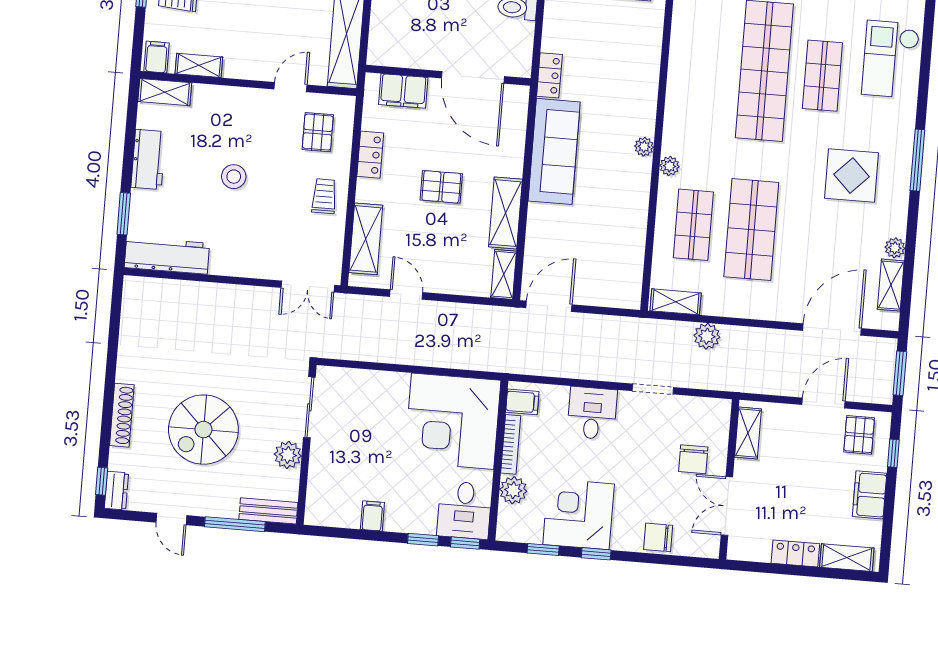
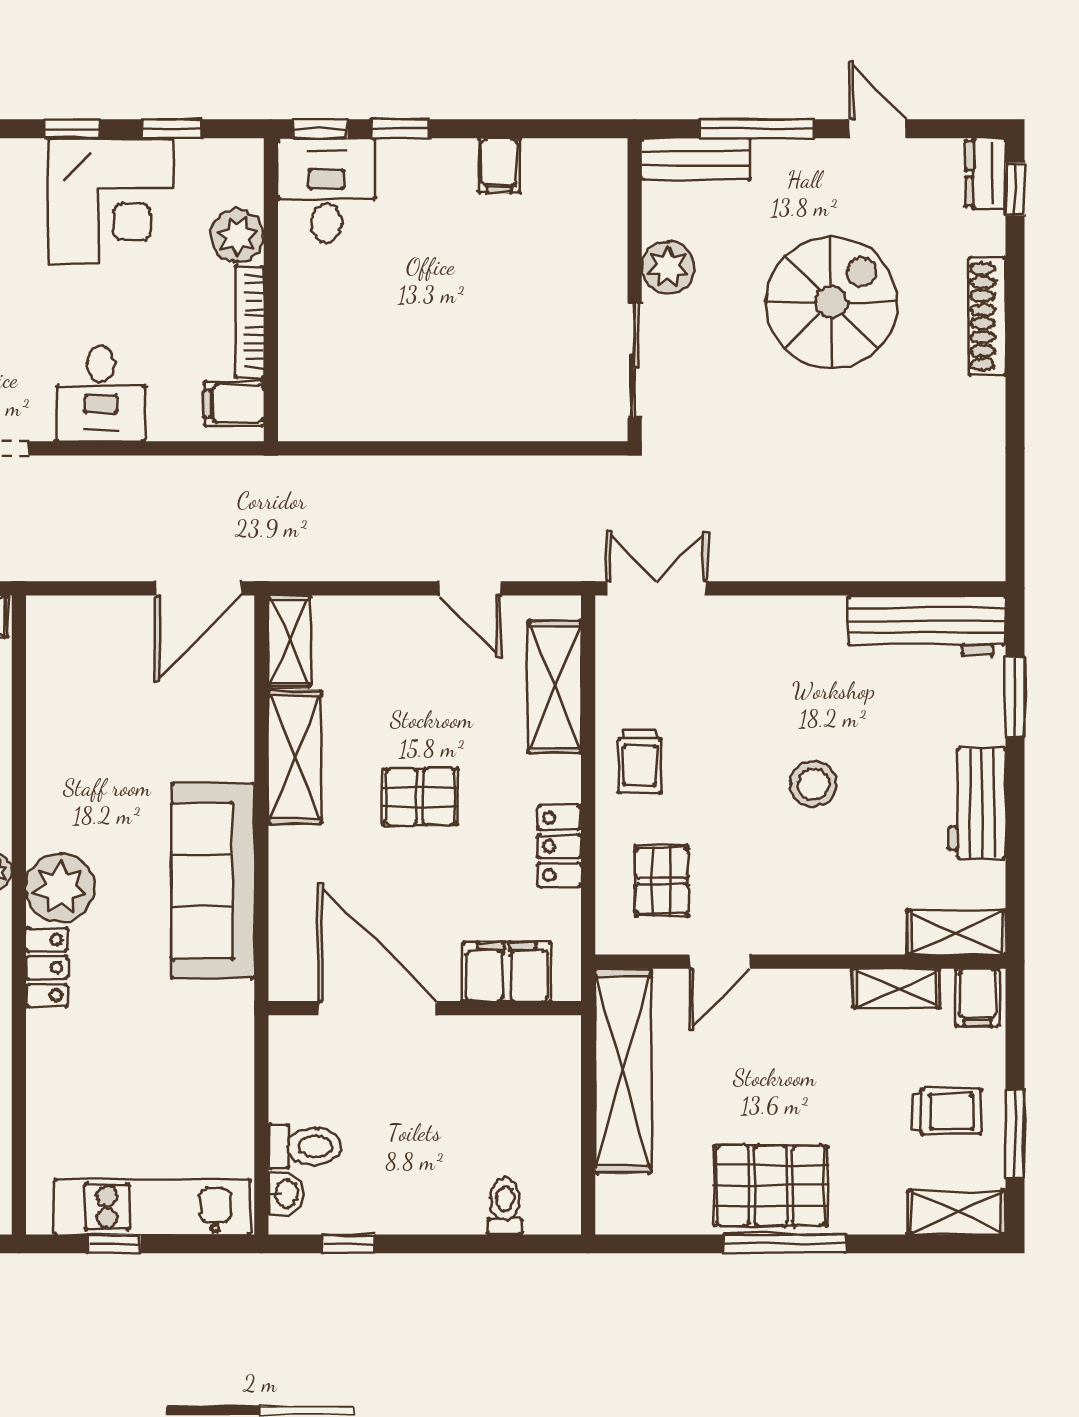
locker: (549, 75) -> (47, 967), moved, turned 180
plant: (644, 147) -> (60, 888), width x1.87, depth x1.87
corner desk: (453, 421) -> (363, 357), removed

